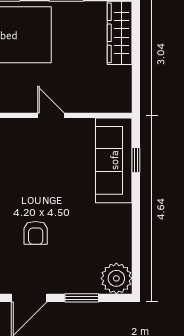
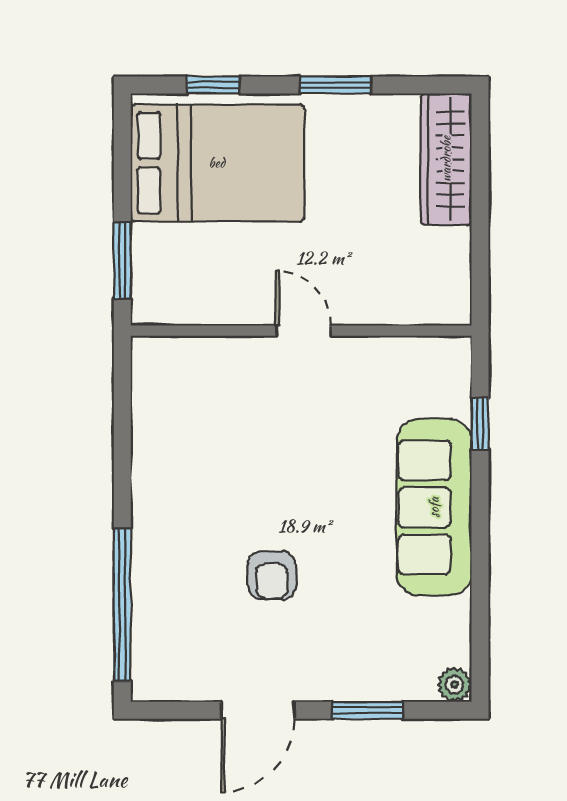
sofa: (114, 160) -> (434, 507), moved
plant: (116, 278) -> (455, 685), width x0.53, depth x0.53

